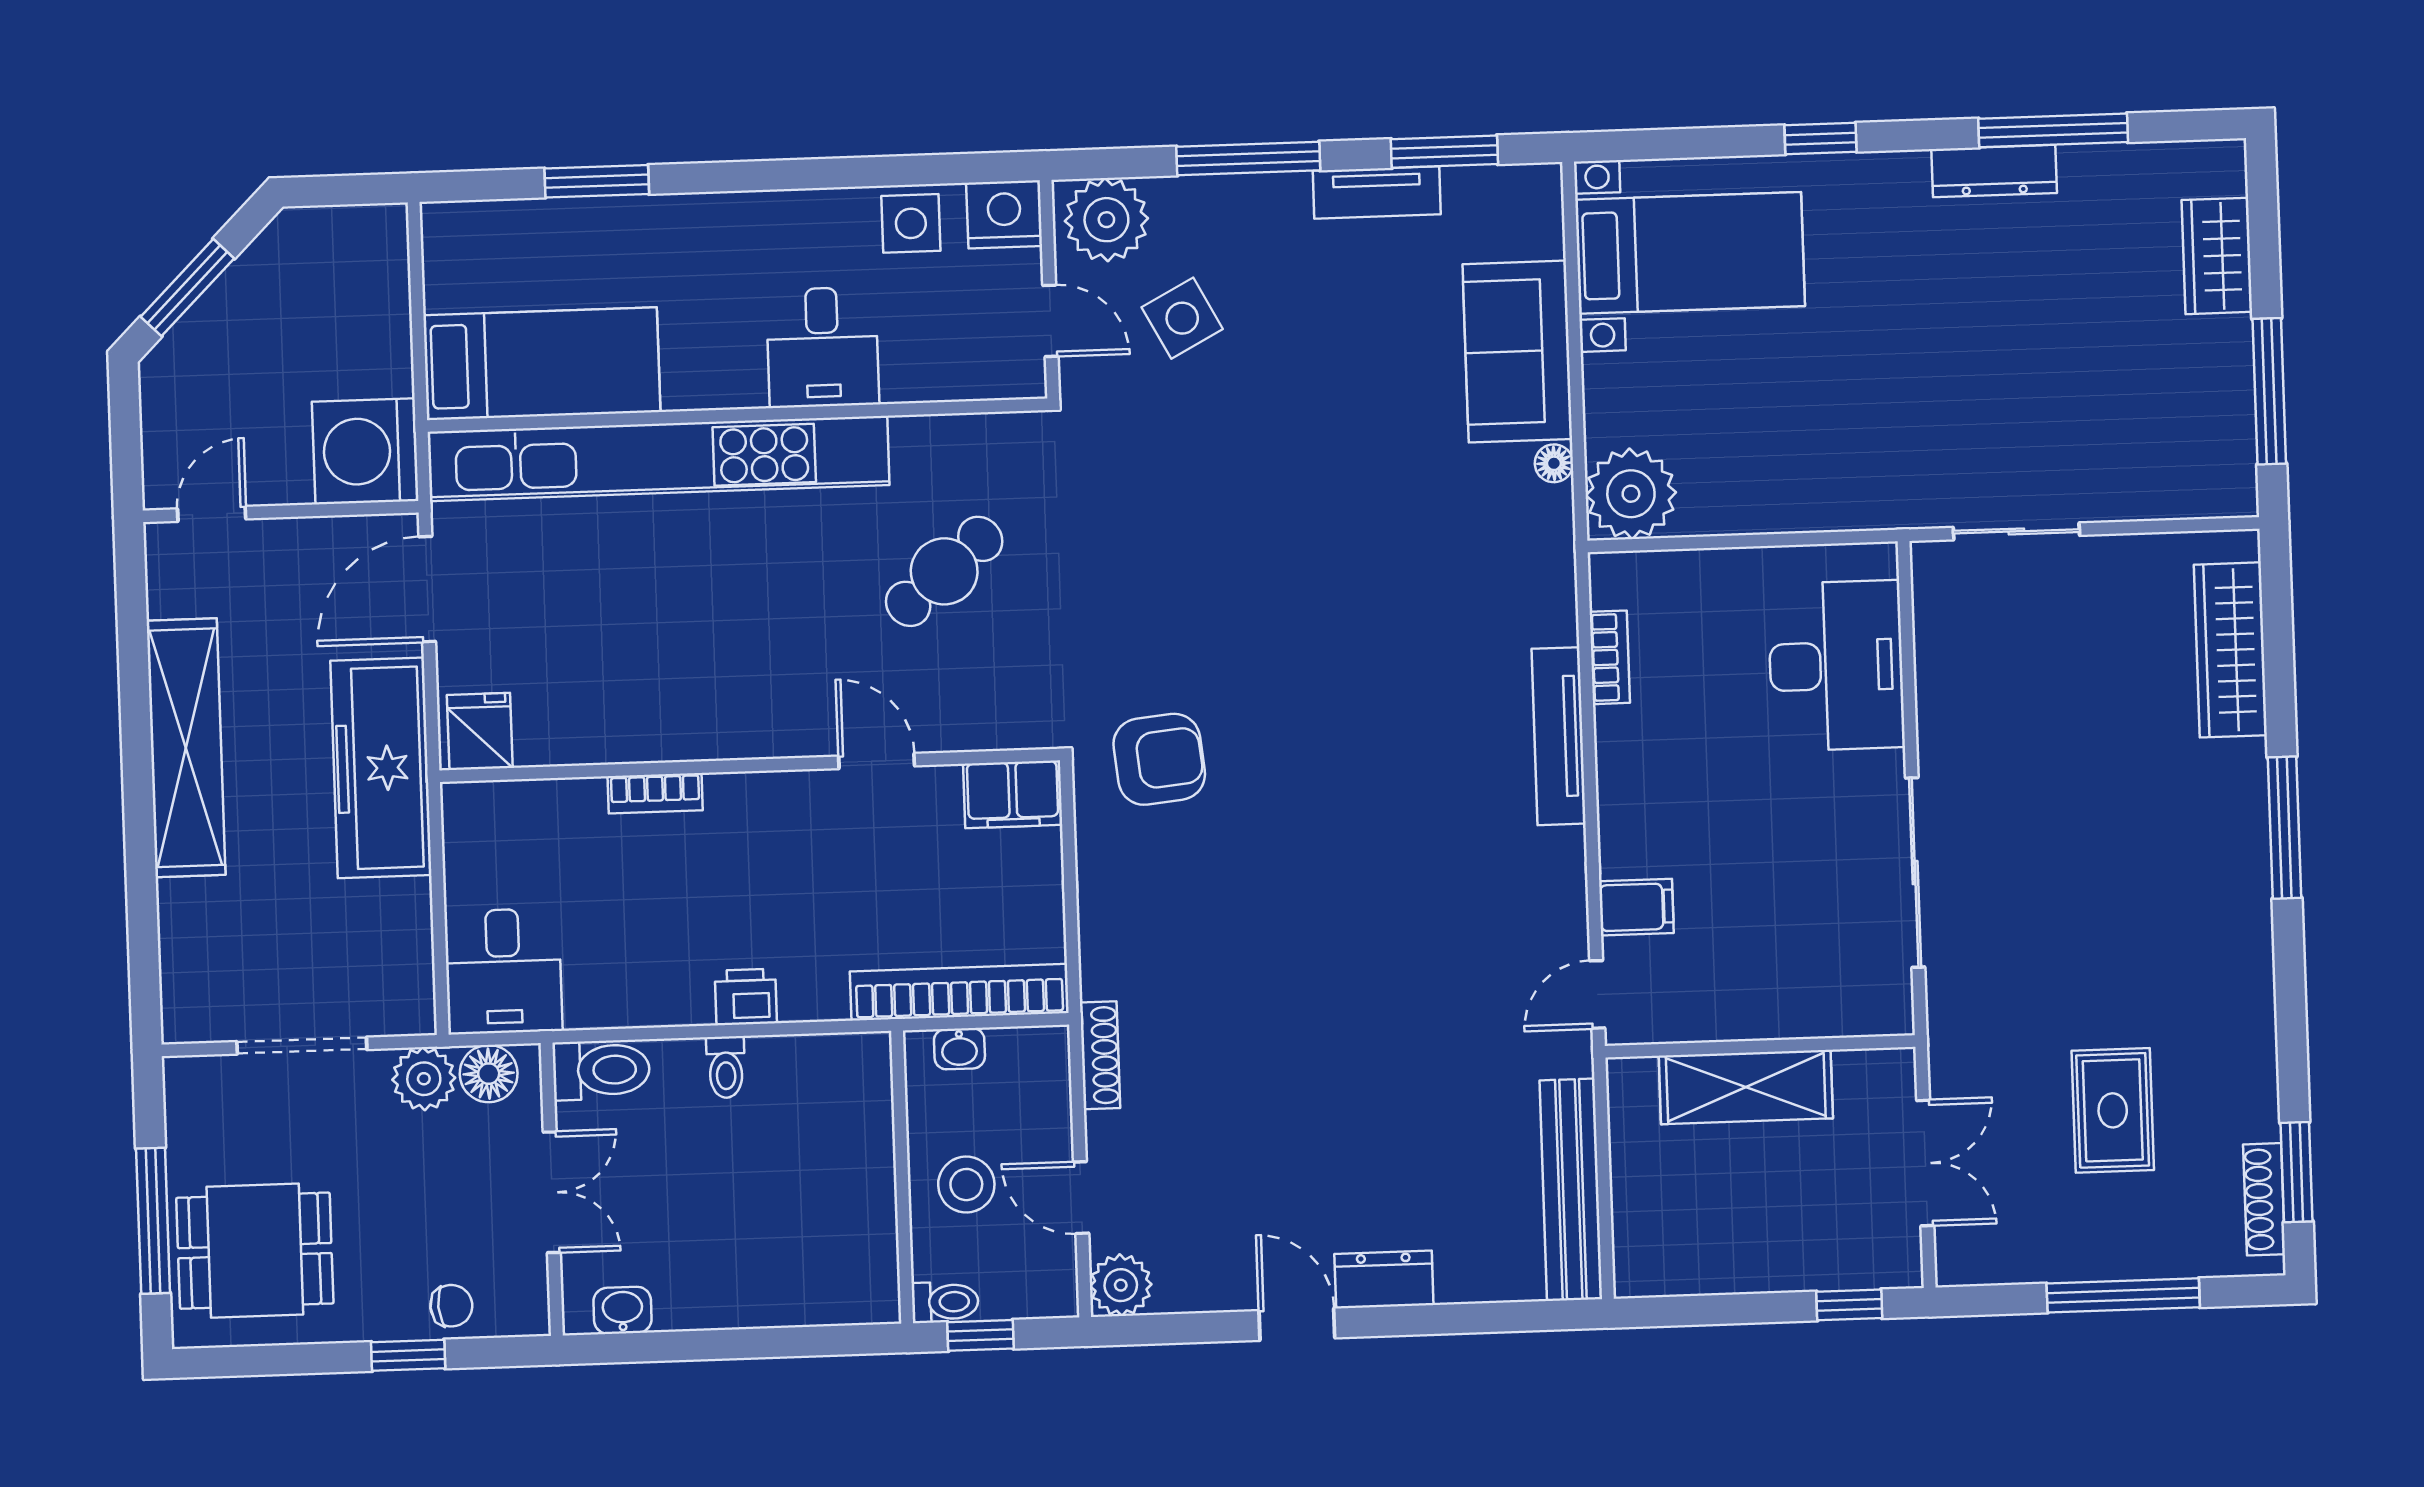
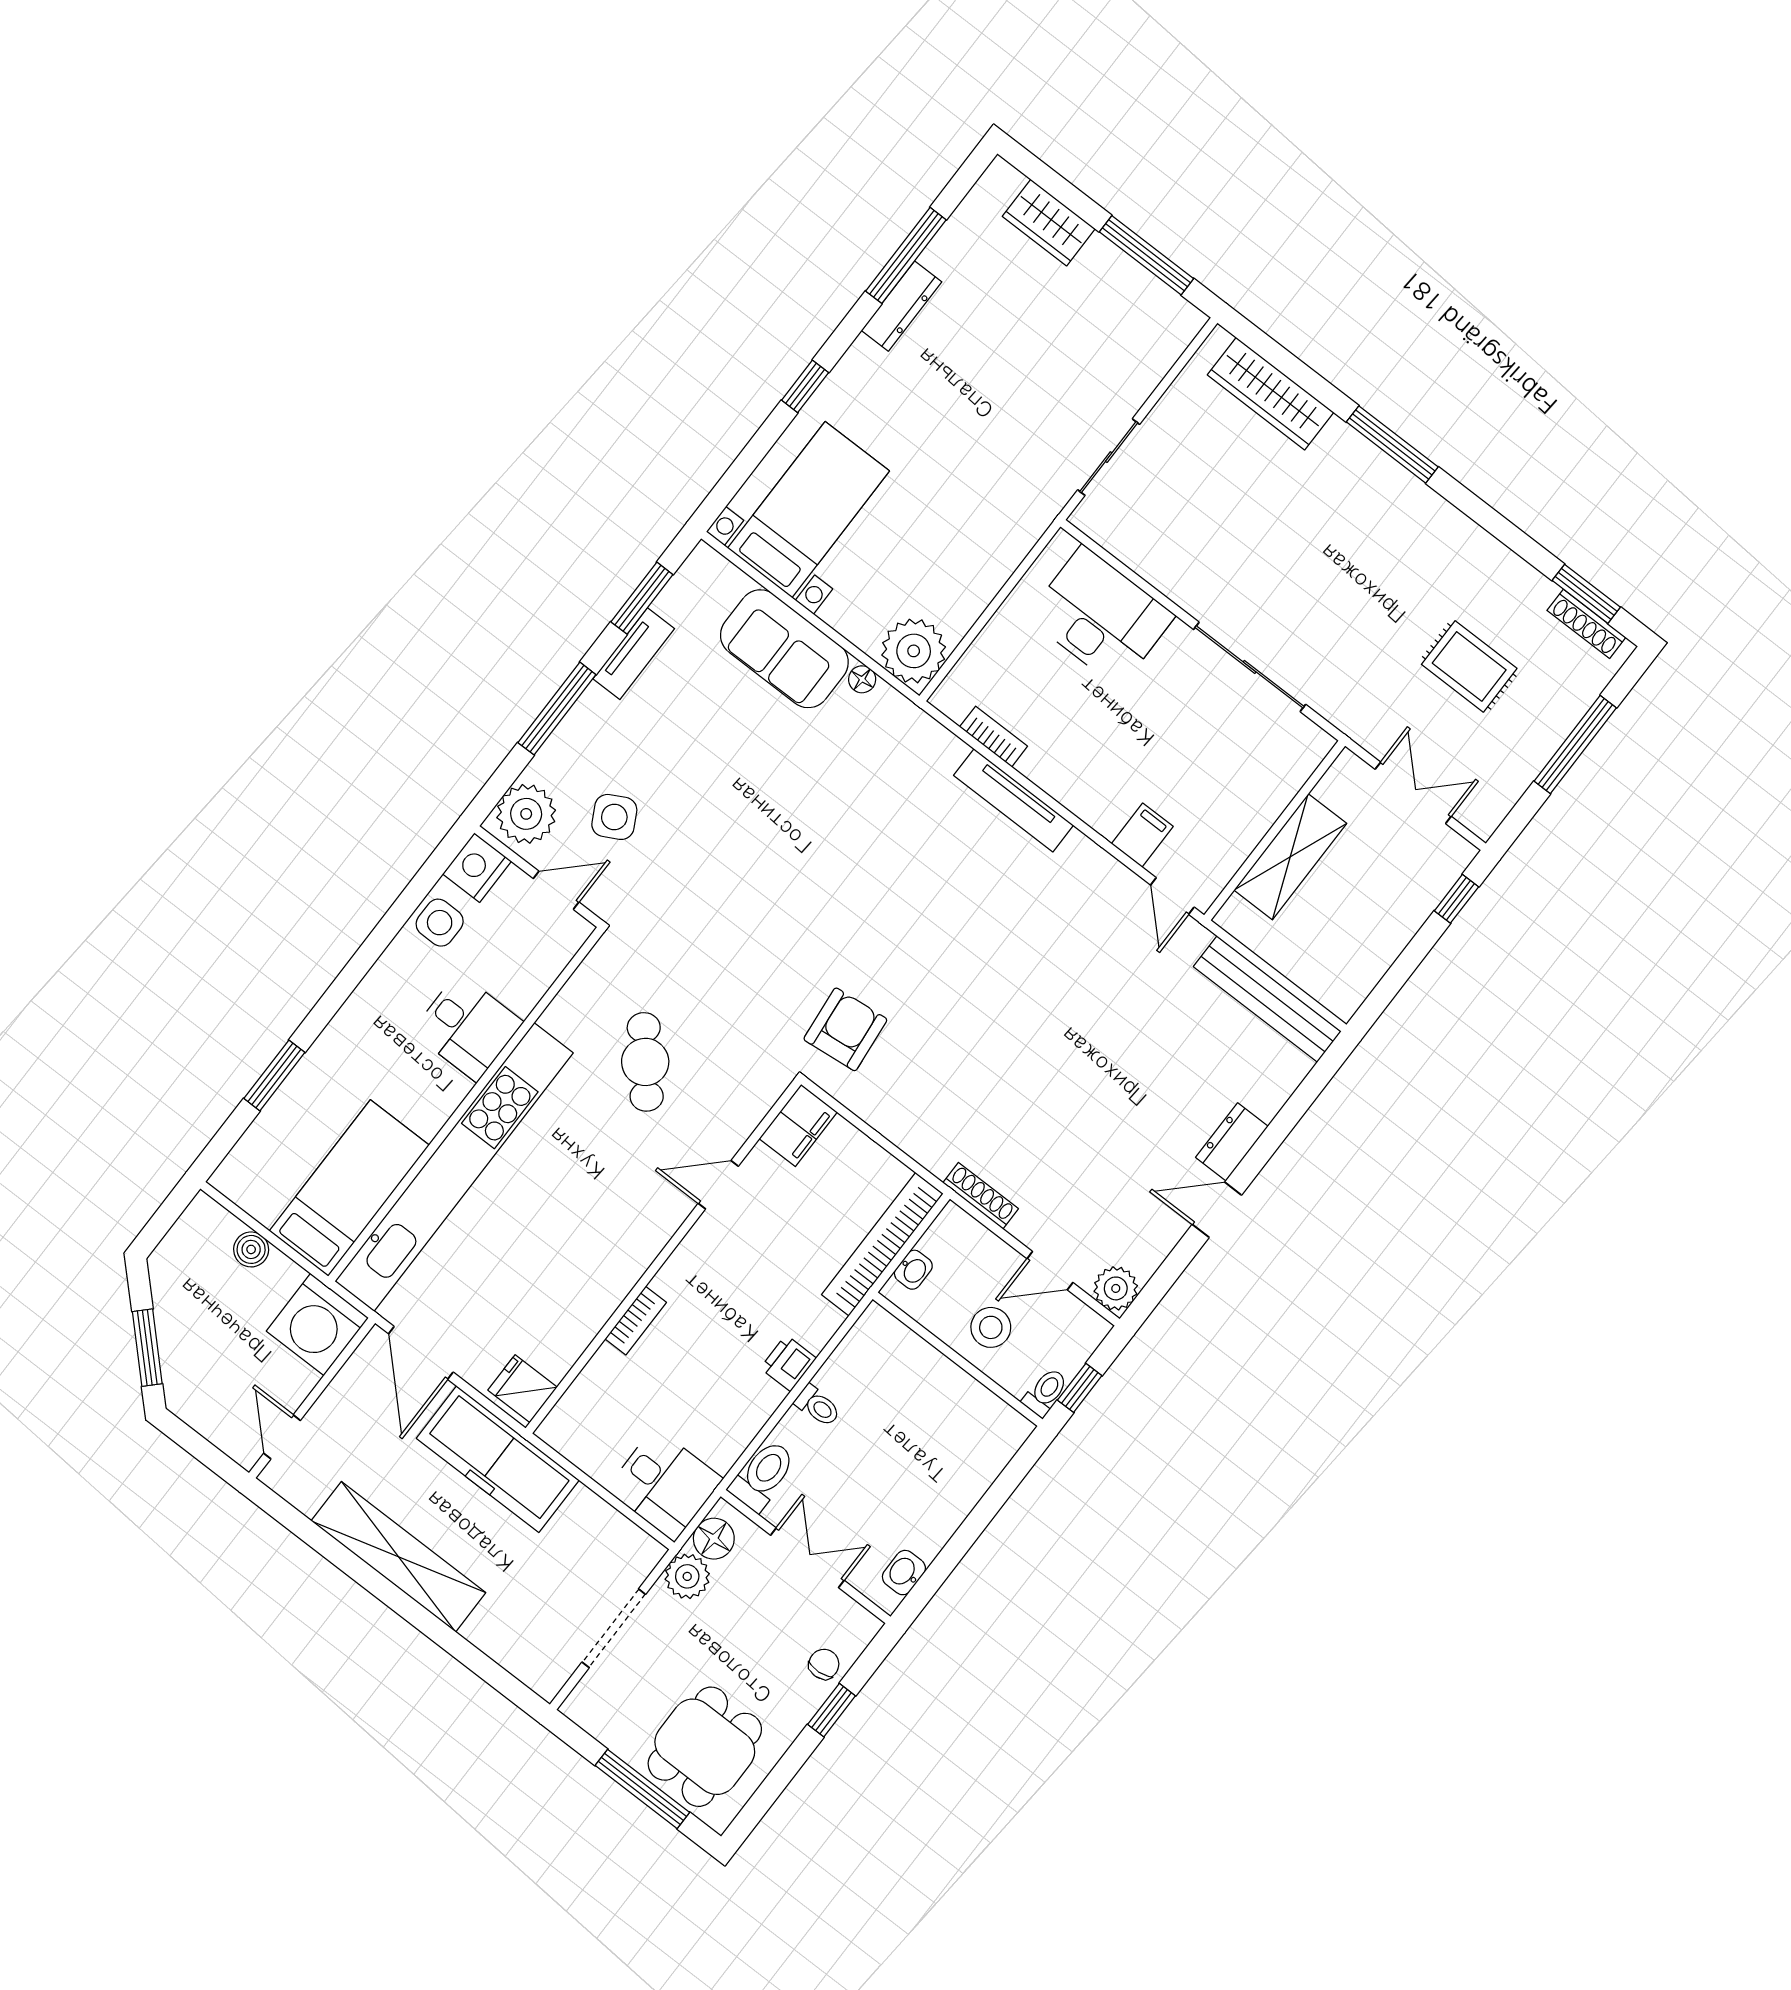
boiler: (387, 312) -> (251, 1249), added

